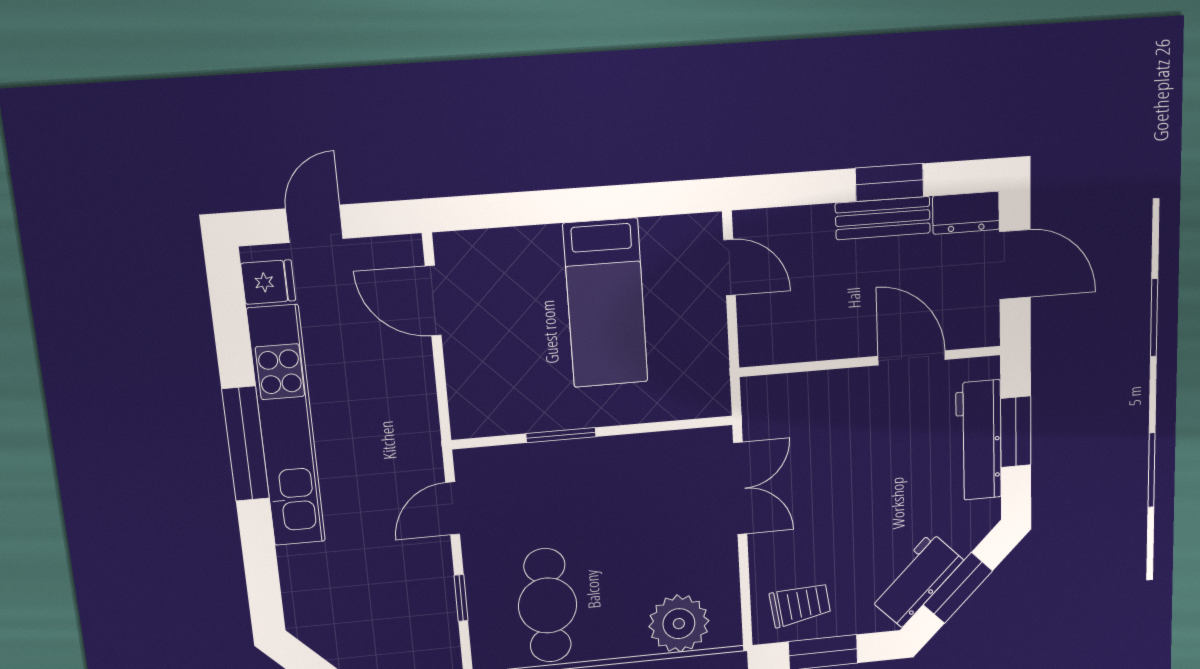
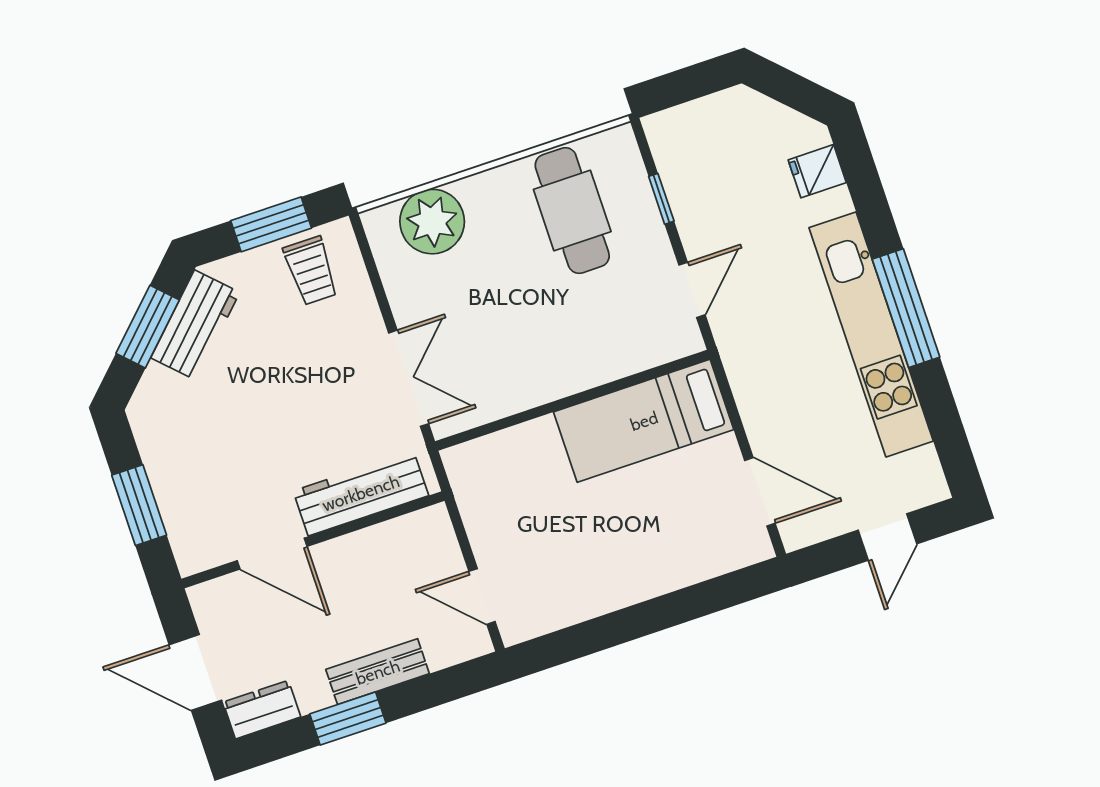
bench: (883, 218) -> (378, 672), moved
fridge: (268, 282) -> (817, 171), moved
bed: (606, 303) -> (644, 421), moved, turned -90
window: (561, 435) -> (604, 390), removed
workbench: (979, 440) -> (361, 493), moved, turned -90
double door: (740, 488) -> (409, 378), swing flipped
trolley: (800, 604) -> (311, 271), turned -82

